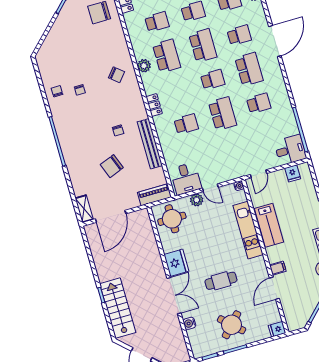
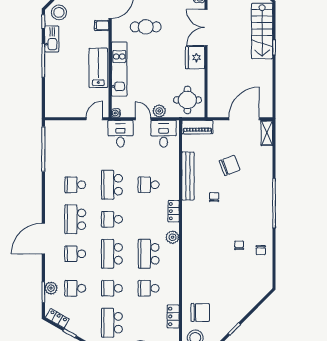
plant: (144, 66) -> (172, 237), moved
chair: (117, 75) -> (201, 250), removed
desk: (290, 150) -> (120, 134), moved, turned 90
fridge: (293, 173) -> (62, 110), removed
cafe table: (221, 281) -> (146, 27), moved

